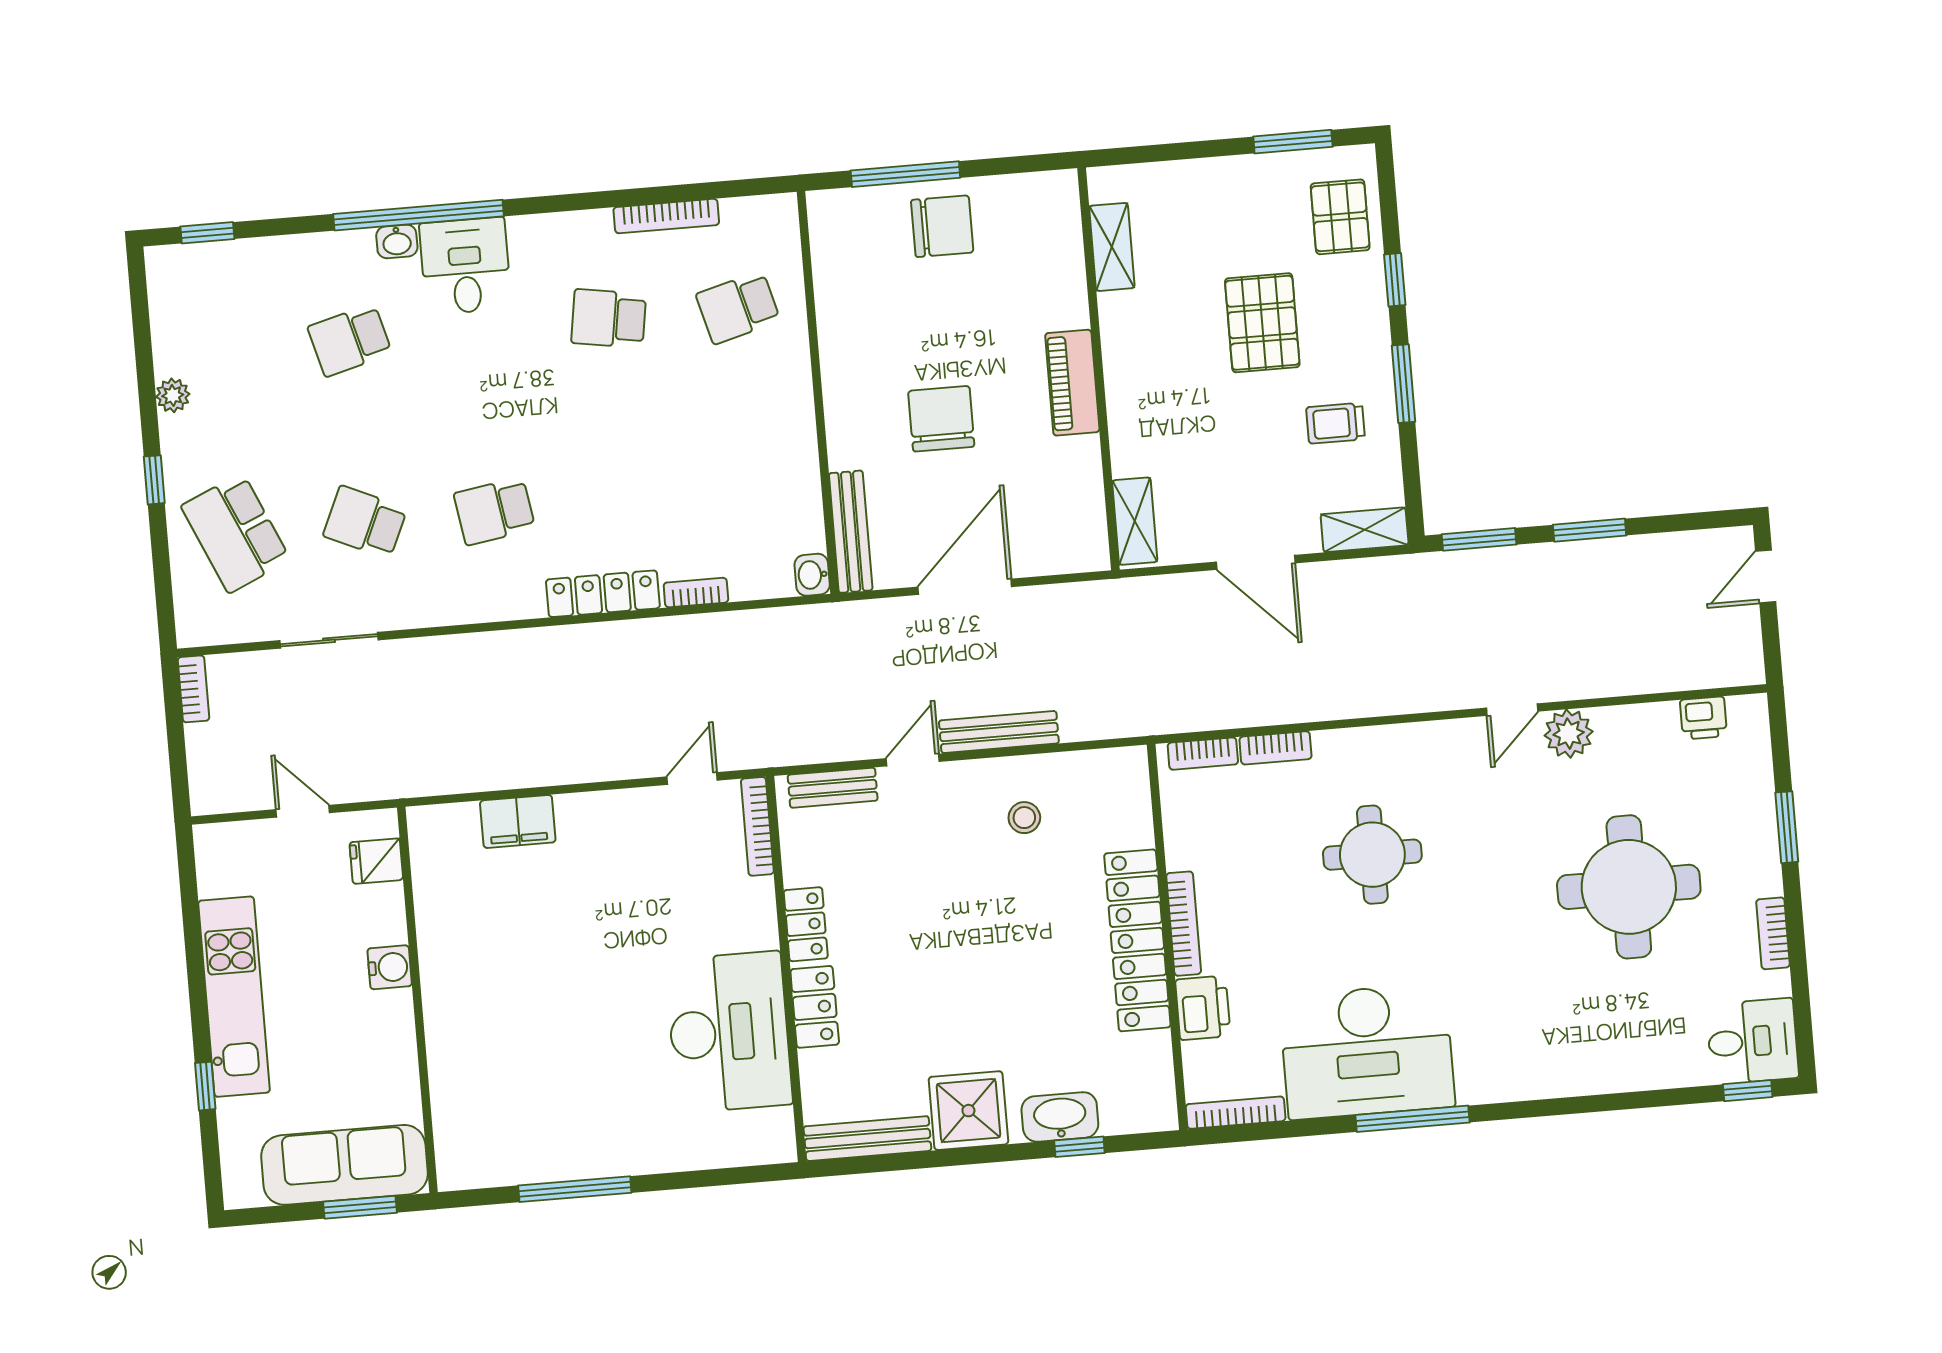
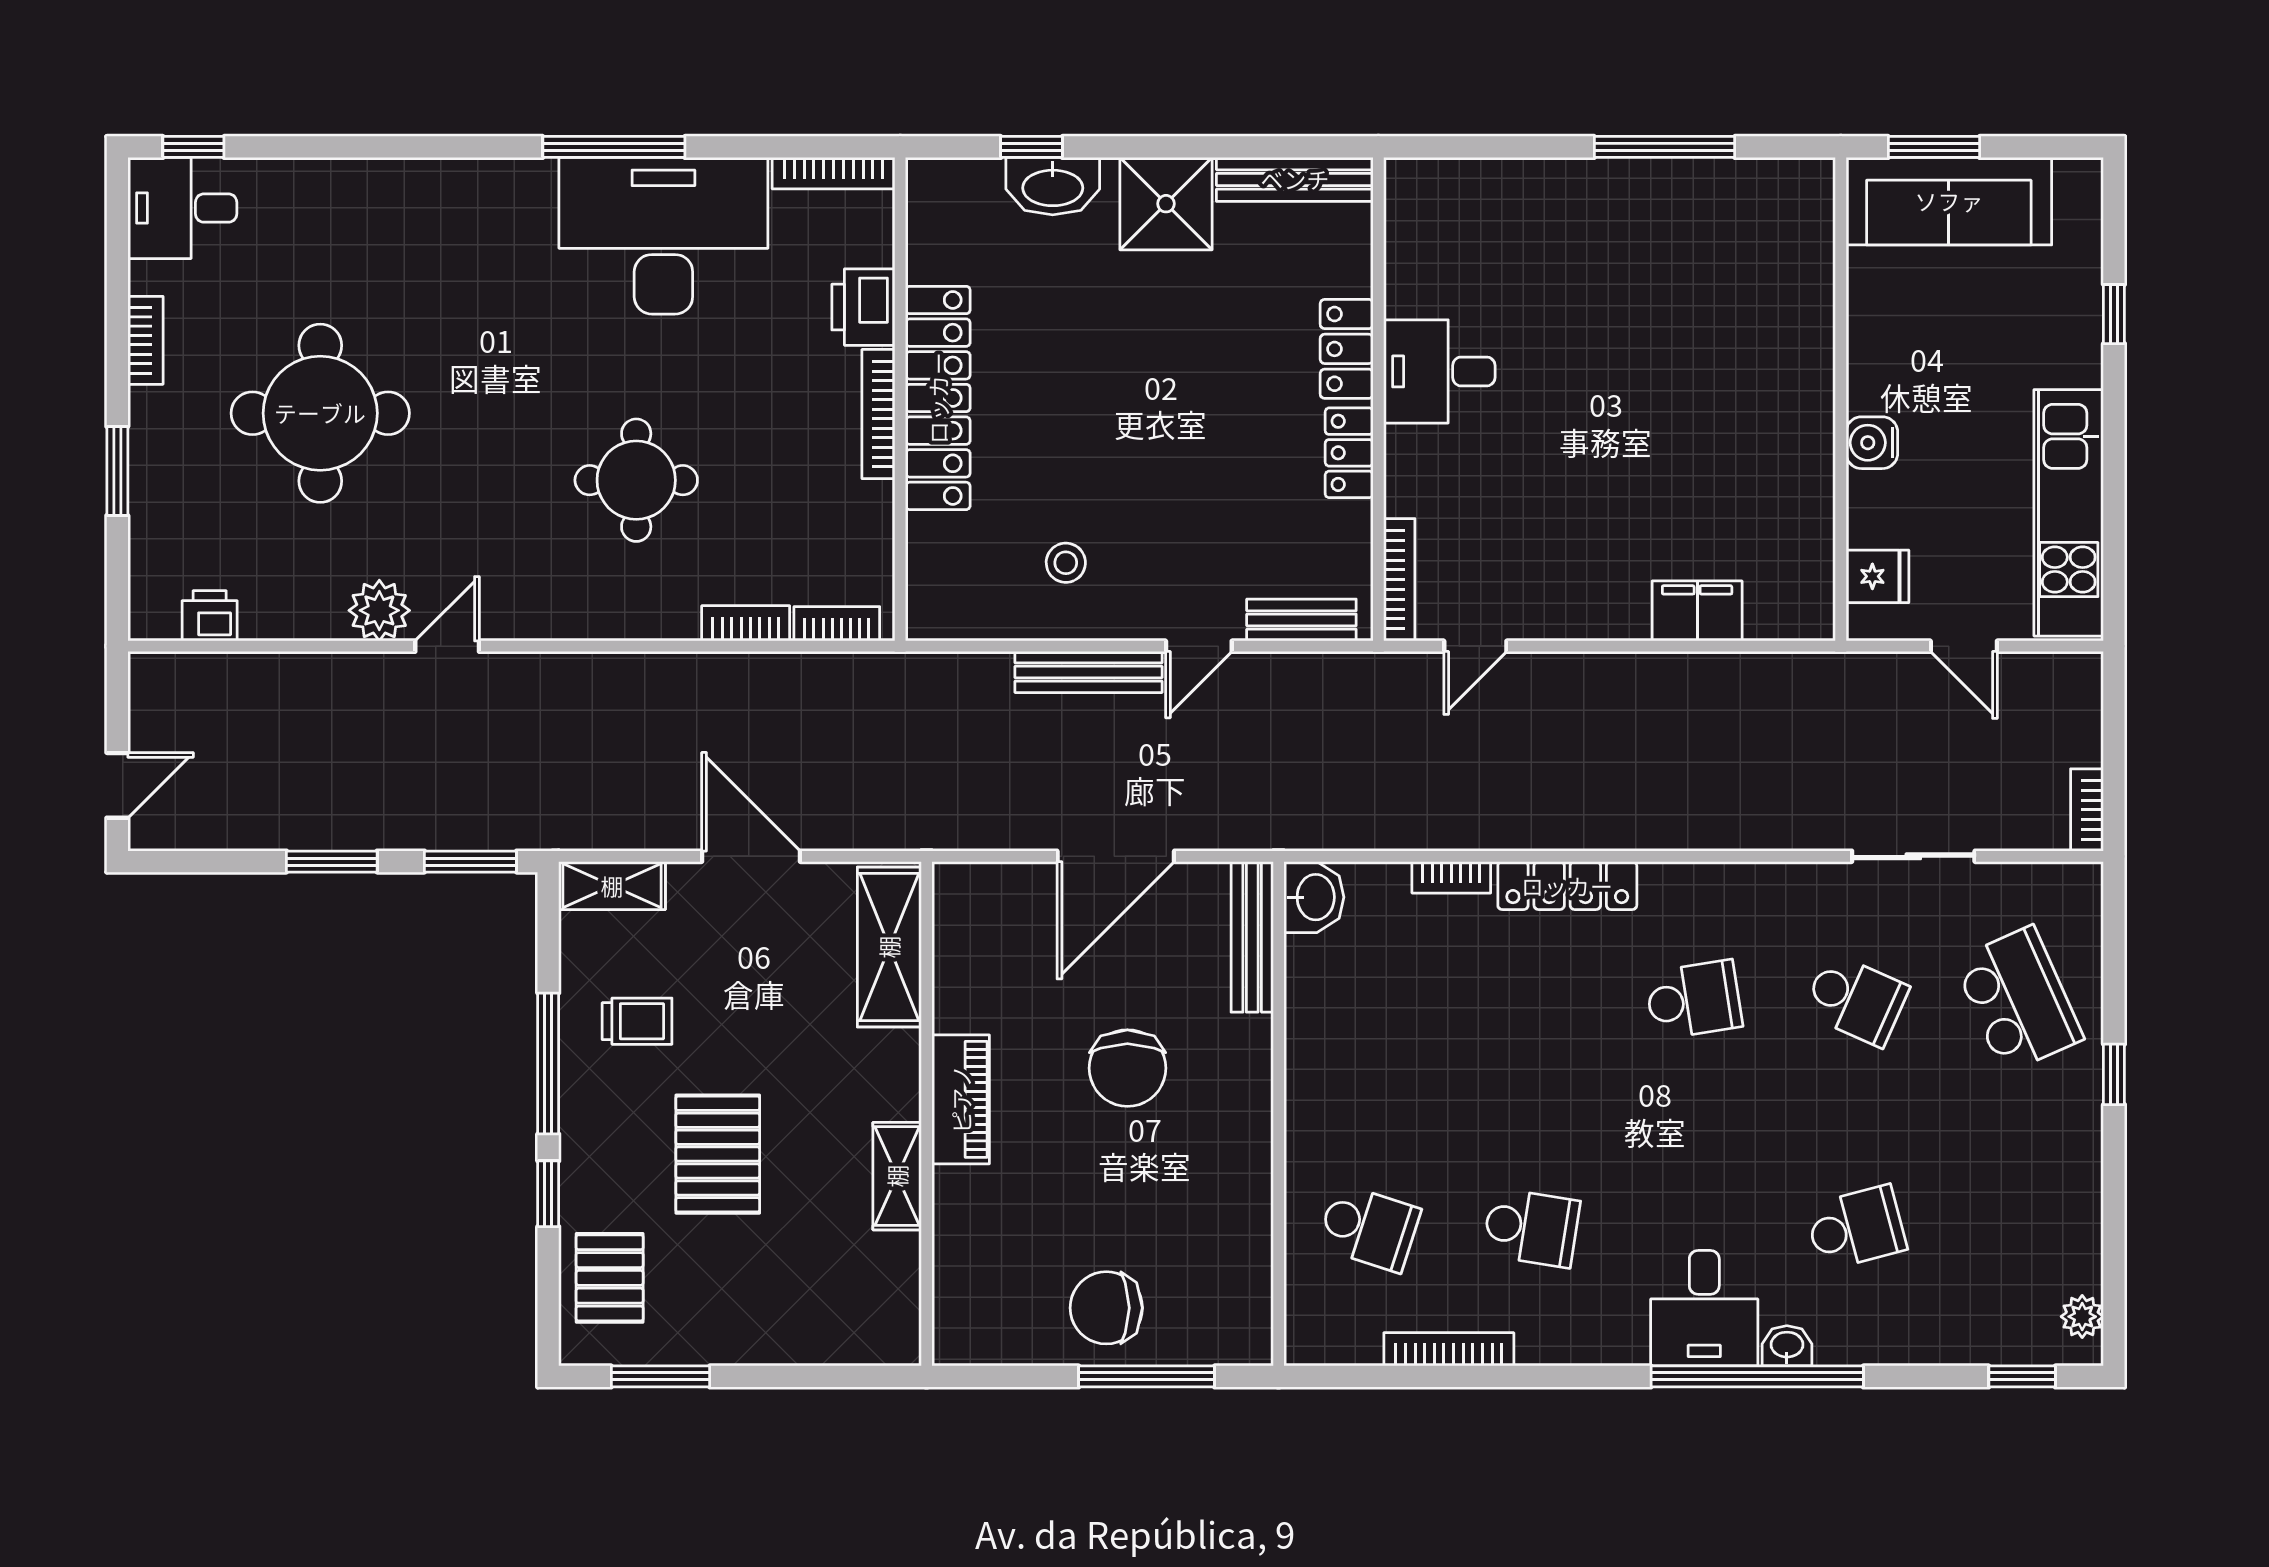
shelving: (1112, 247) -> (897, 1176), moved
school desk: (738, 308) -> (1369, 1228), turned 33
window: (1403, 384) -> (548, 1063), width x1.44
plant: (173, 395) -> (2082, 1317), moved
shelving: (1135, 521) -> (889, 947), width x1.50, depth x1.33
washbasin: (812, 575) -> (1314, 897), width x1.38, depth x1.45
kitchen unit: (234, 997) -> (2069, 513), moved
desk: (729, 1032) -> (1439, 371), width x0.53, depth x0.77

